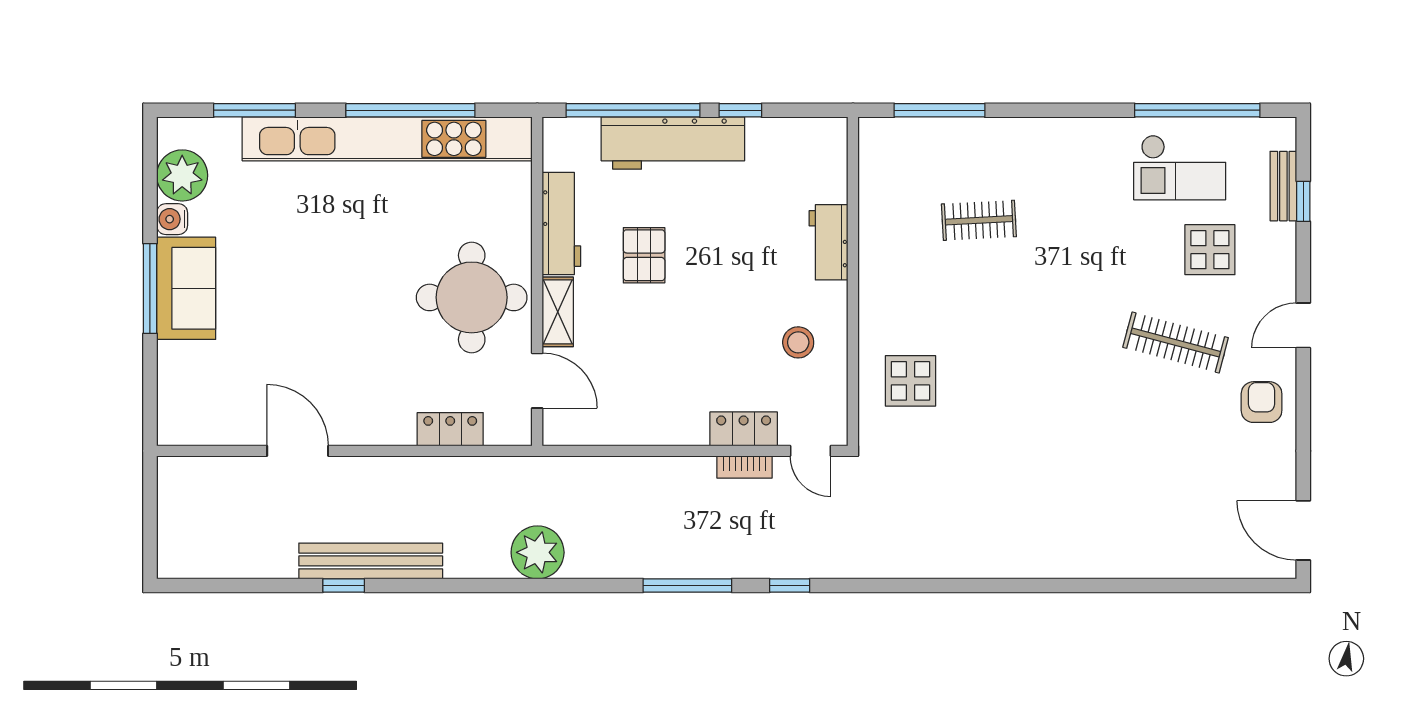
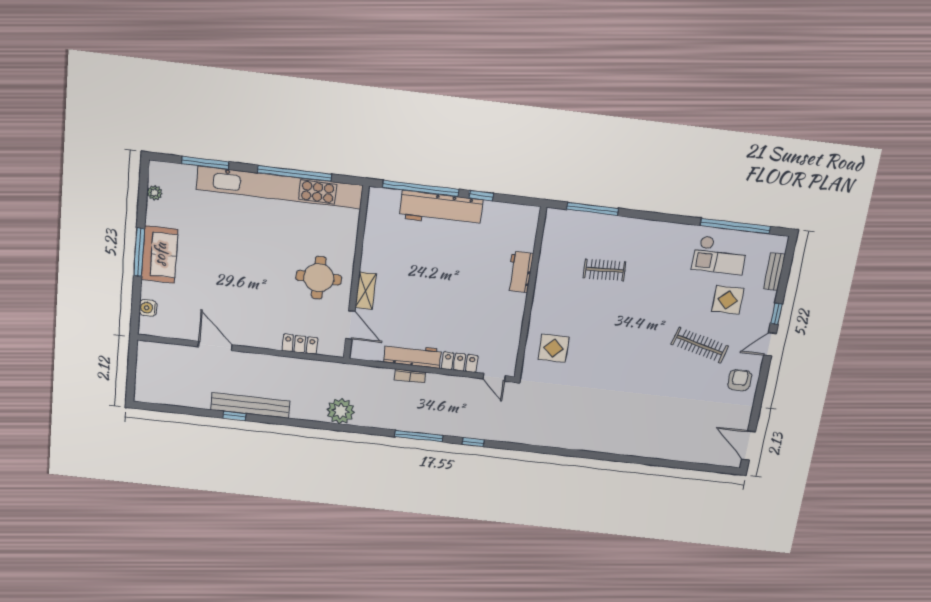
plant: (182, 175) -> (155, 193), width x0.53, depth x0.53
window: (1303, 201) -> (776, 314), moved
water cooler: (172, 219) -> (148, 308), moved
workbench: (561, 223) -> (412, 356), moved, turned -90
pallet: (644, 255) -> (417, 267), removed
round table: (472, 297) -> (319, 278), width x0.73, depth x0.73
stool: (798, 342) -> (496, 322), removed
bookcase: (744, 467) -> (410, 376), moved

